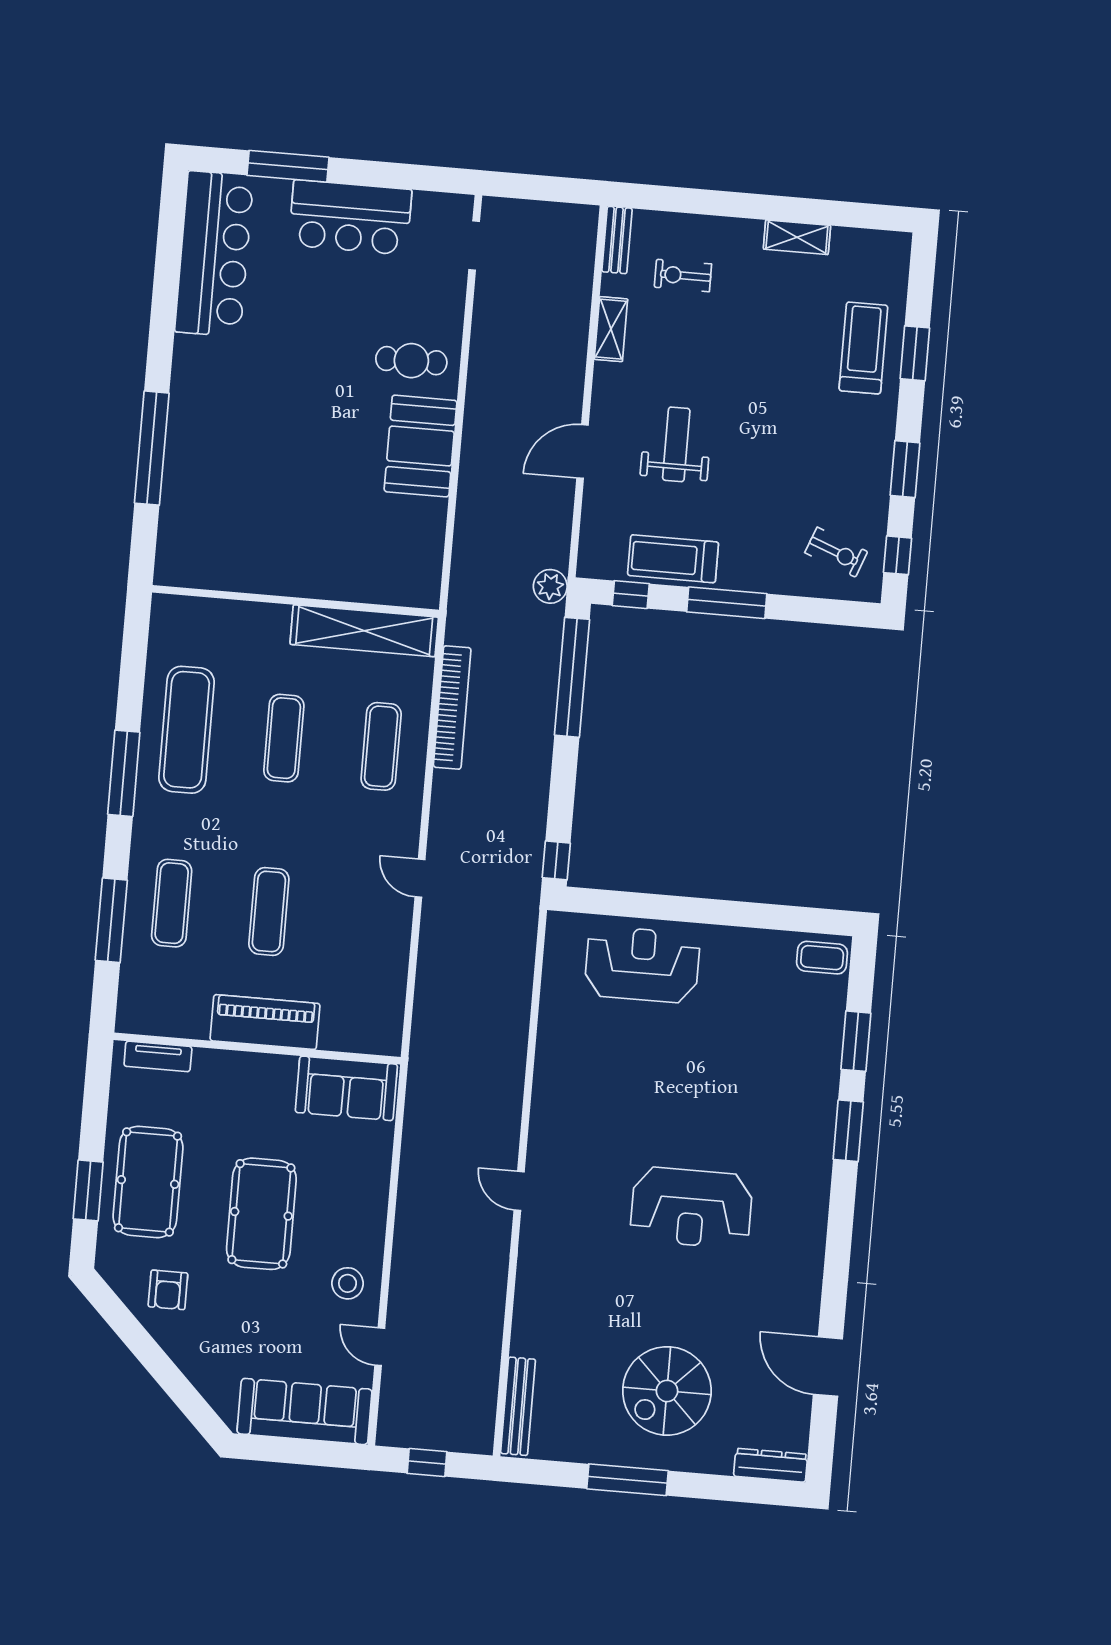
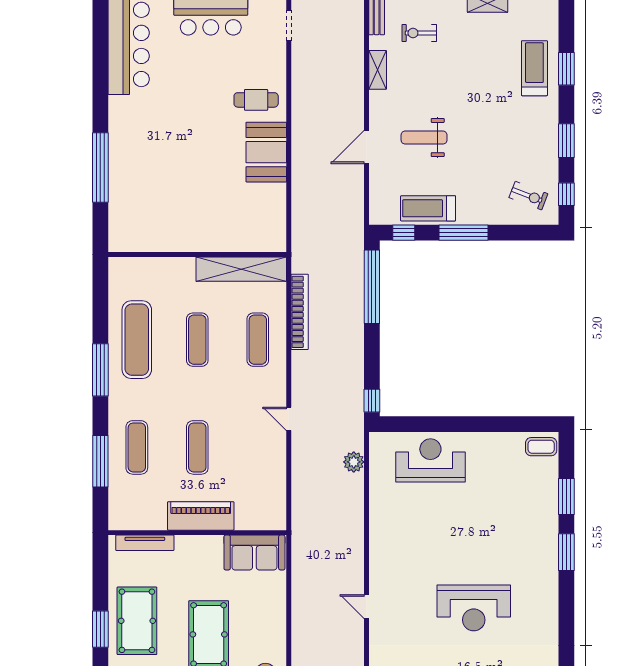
weight bench: (676, 444) -> (424, 138), turned -90
plant: (550, 586) -> (354, 462), moved
tv unit: (158, 1056) -> (145, 543), width x1.41

